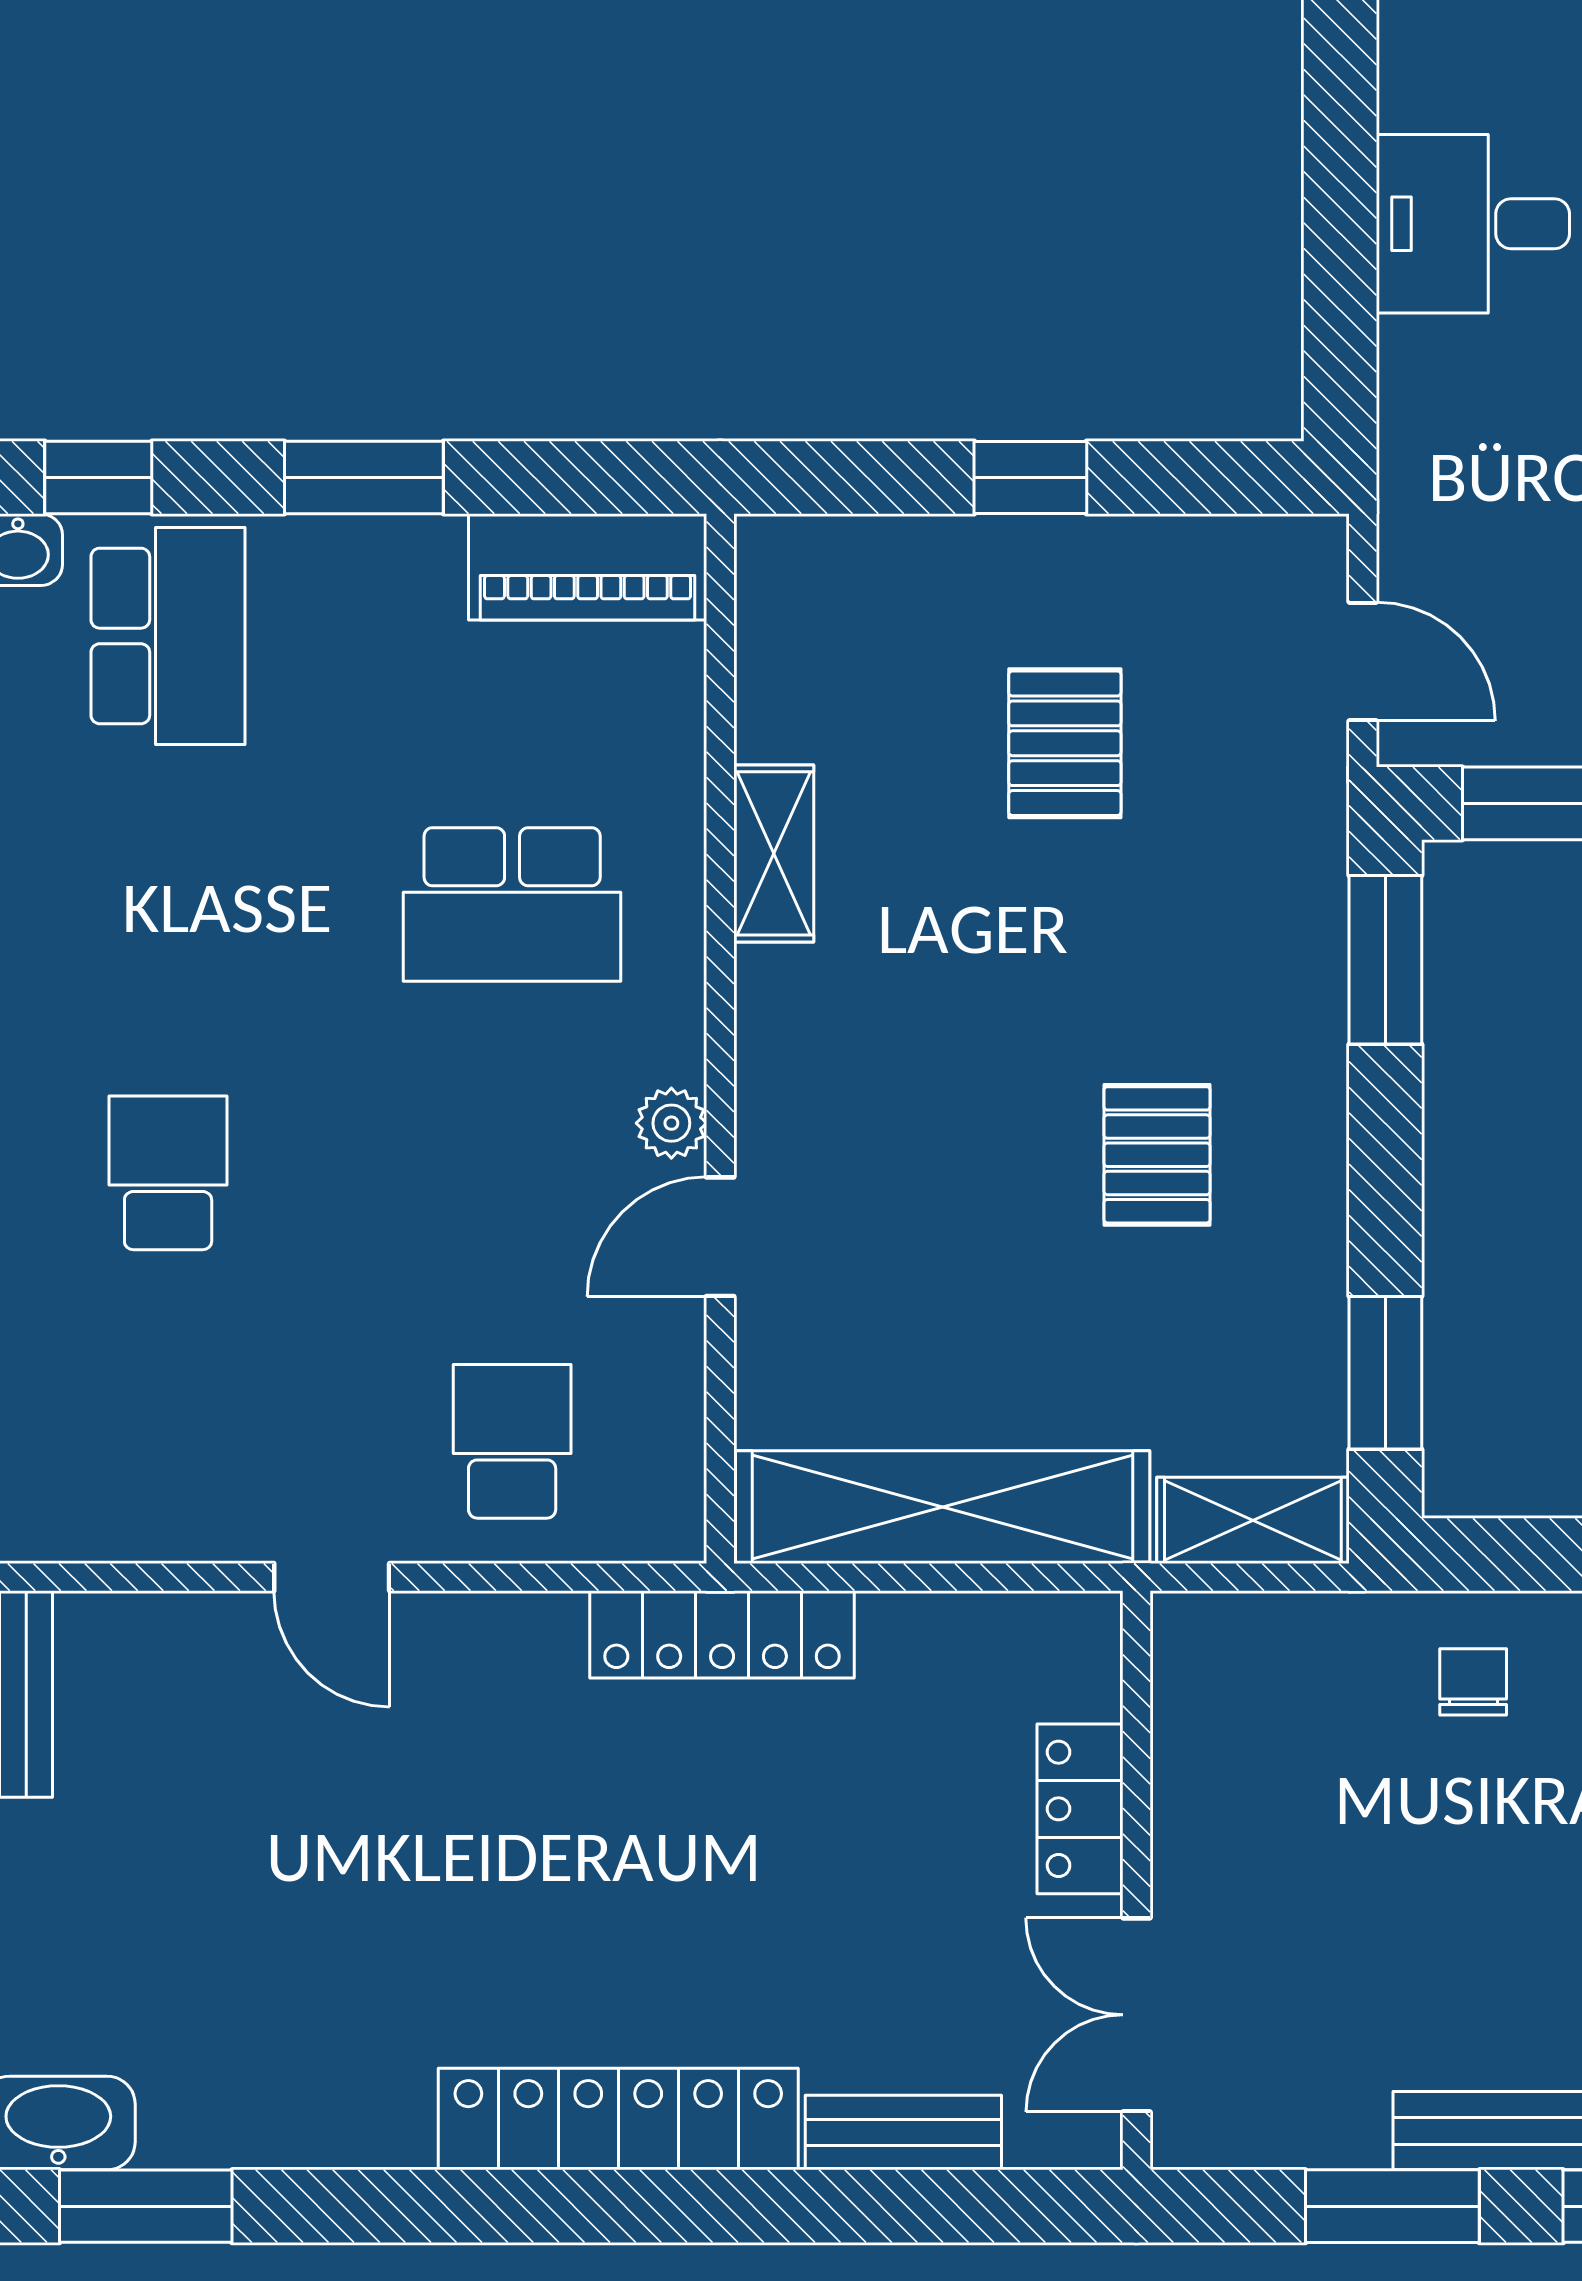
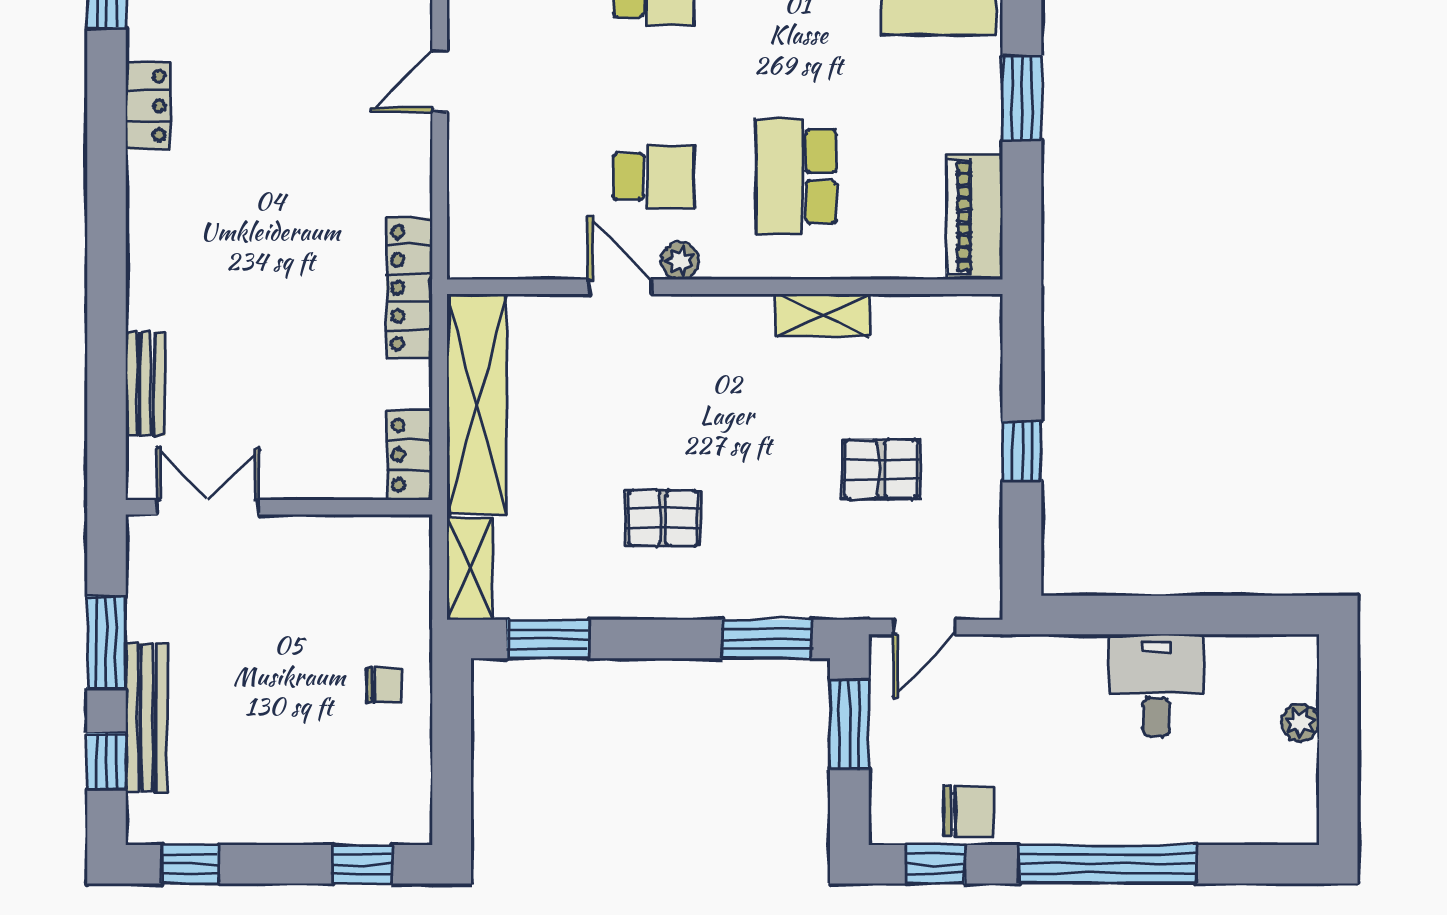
school desk: (512, 1441) -> (654, 177), moved
locker: (1080, 1809) -> (410, 455), moved, turned -90
locker: (618, 2119) -> (148, 106), moved, width x0.46, depth x0.83

